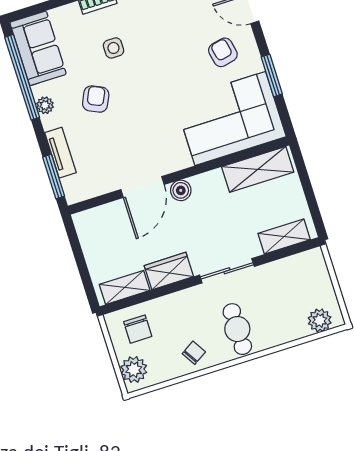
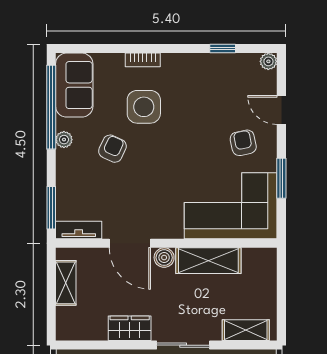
side table: (113, 48) -> (144, 107), width x1.87, depth x1.87
tv unit: (60, 153) -> (79, 230), moved, turned -90
shelving: (258, 169) -> (208, 261), moved
door: (143, 187) -> (130, 243), hinge flipped
shelving: (125, 287) -> (66, 283), moved, turned 90

